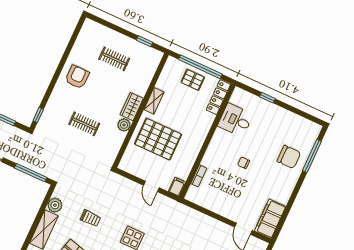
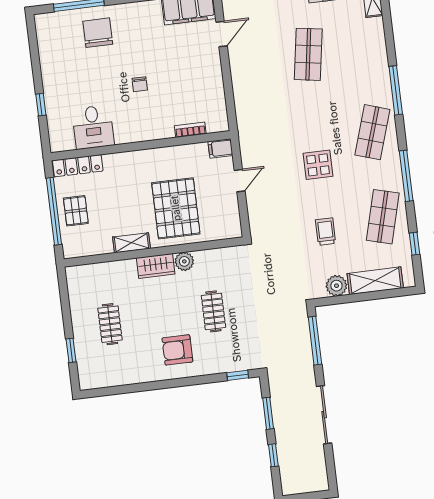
window: (145, 41) -> (71, 350), moved
armchair: (77, 77) -> (177, 350), moved

